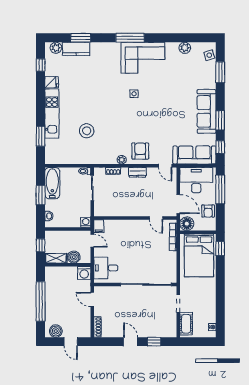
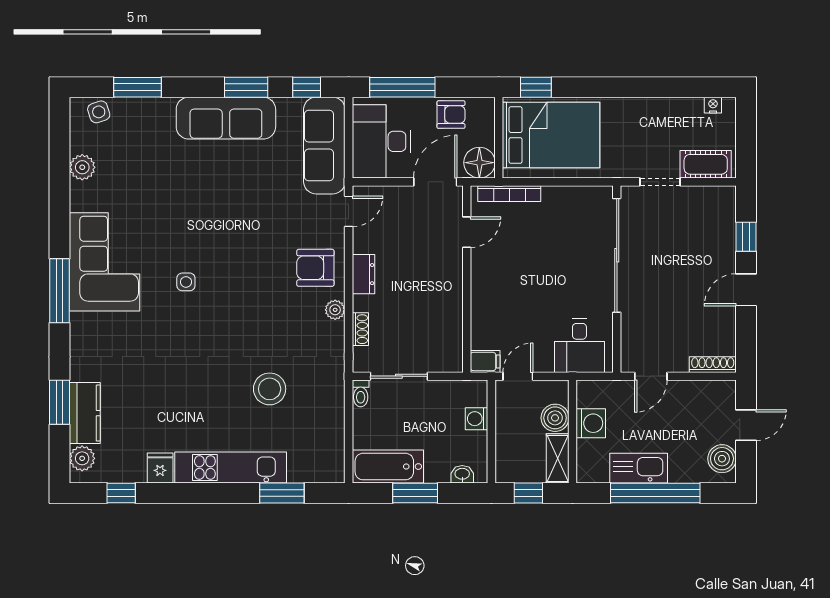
washing machine: (86, 222) -> (477, 419), moved
washing machine: (84, 273) -> (591, 423), moved
kitchen sink: (52, 294) -> (639, 468), added

